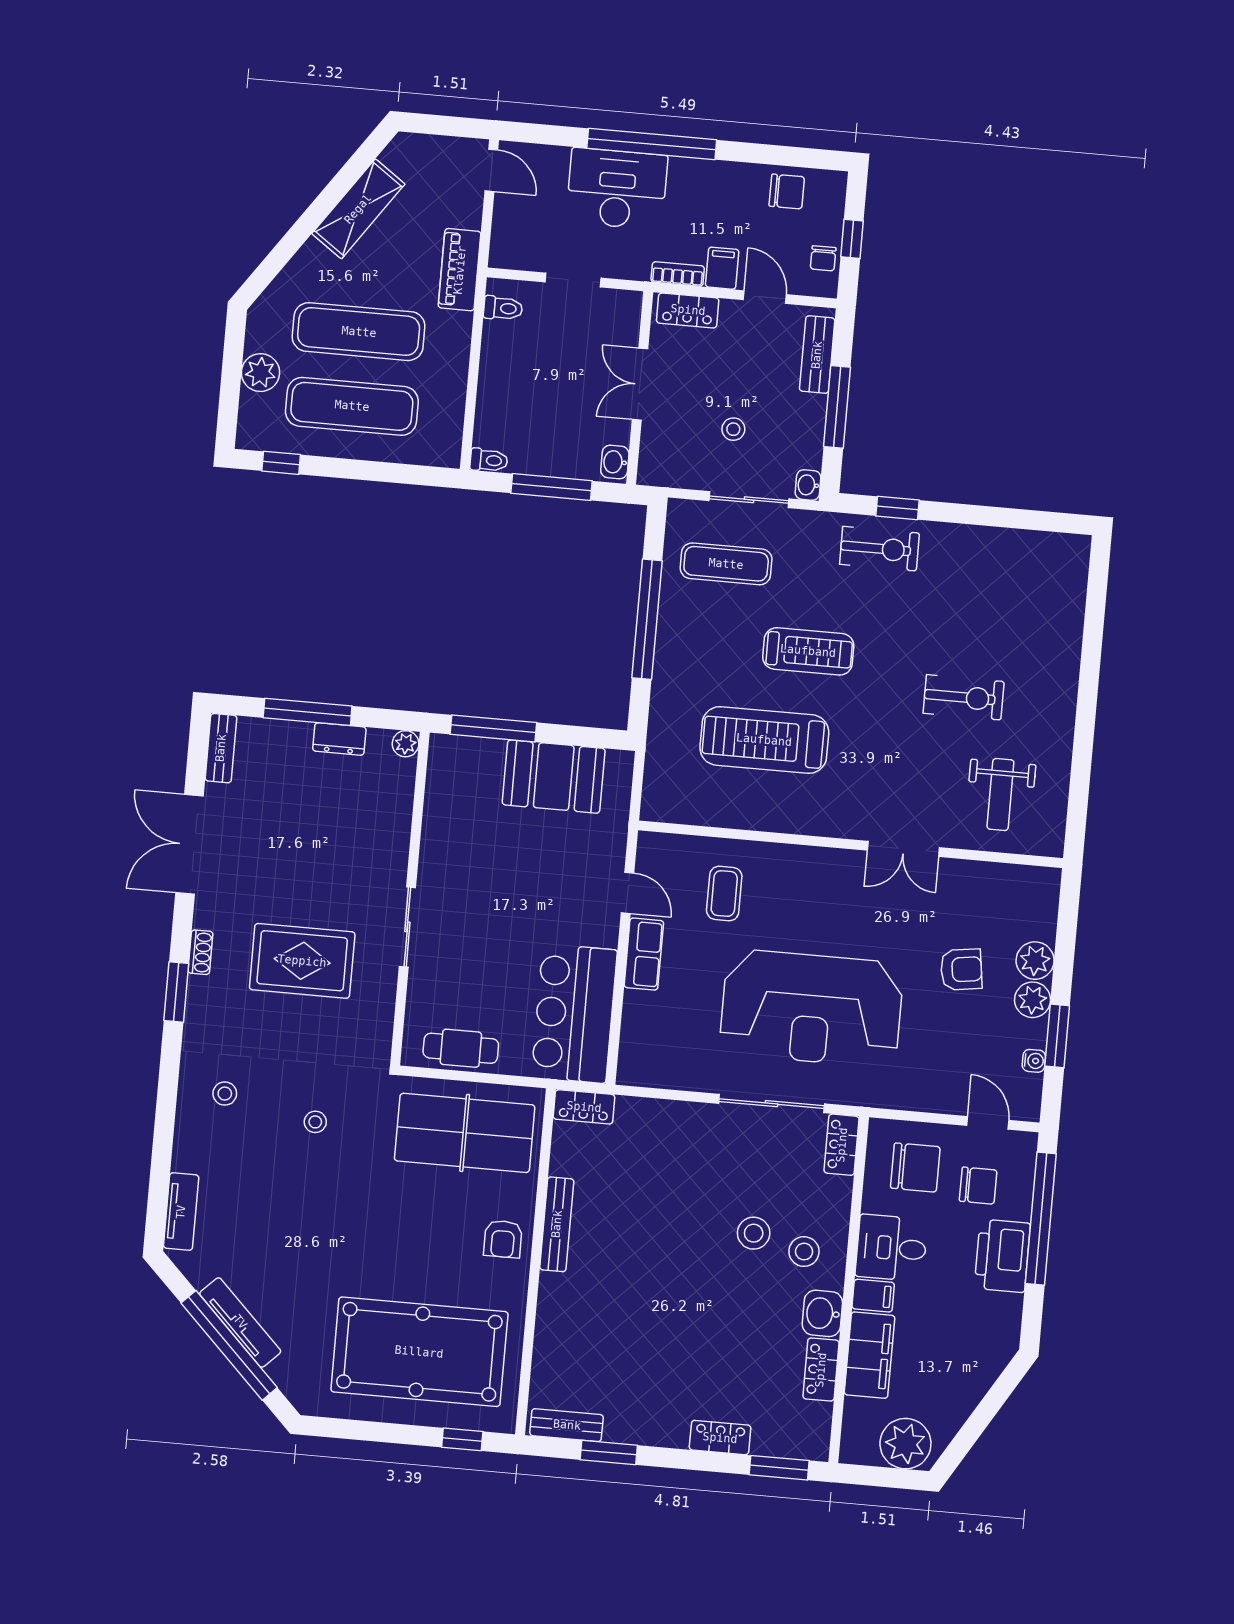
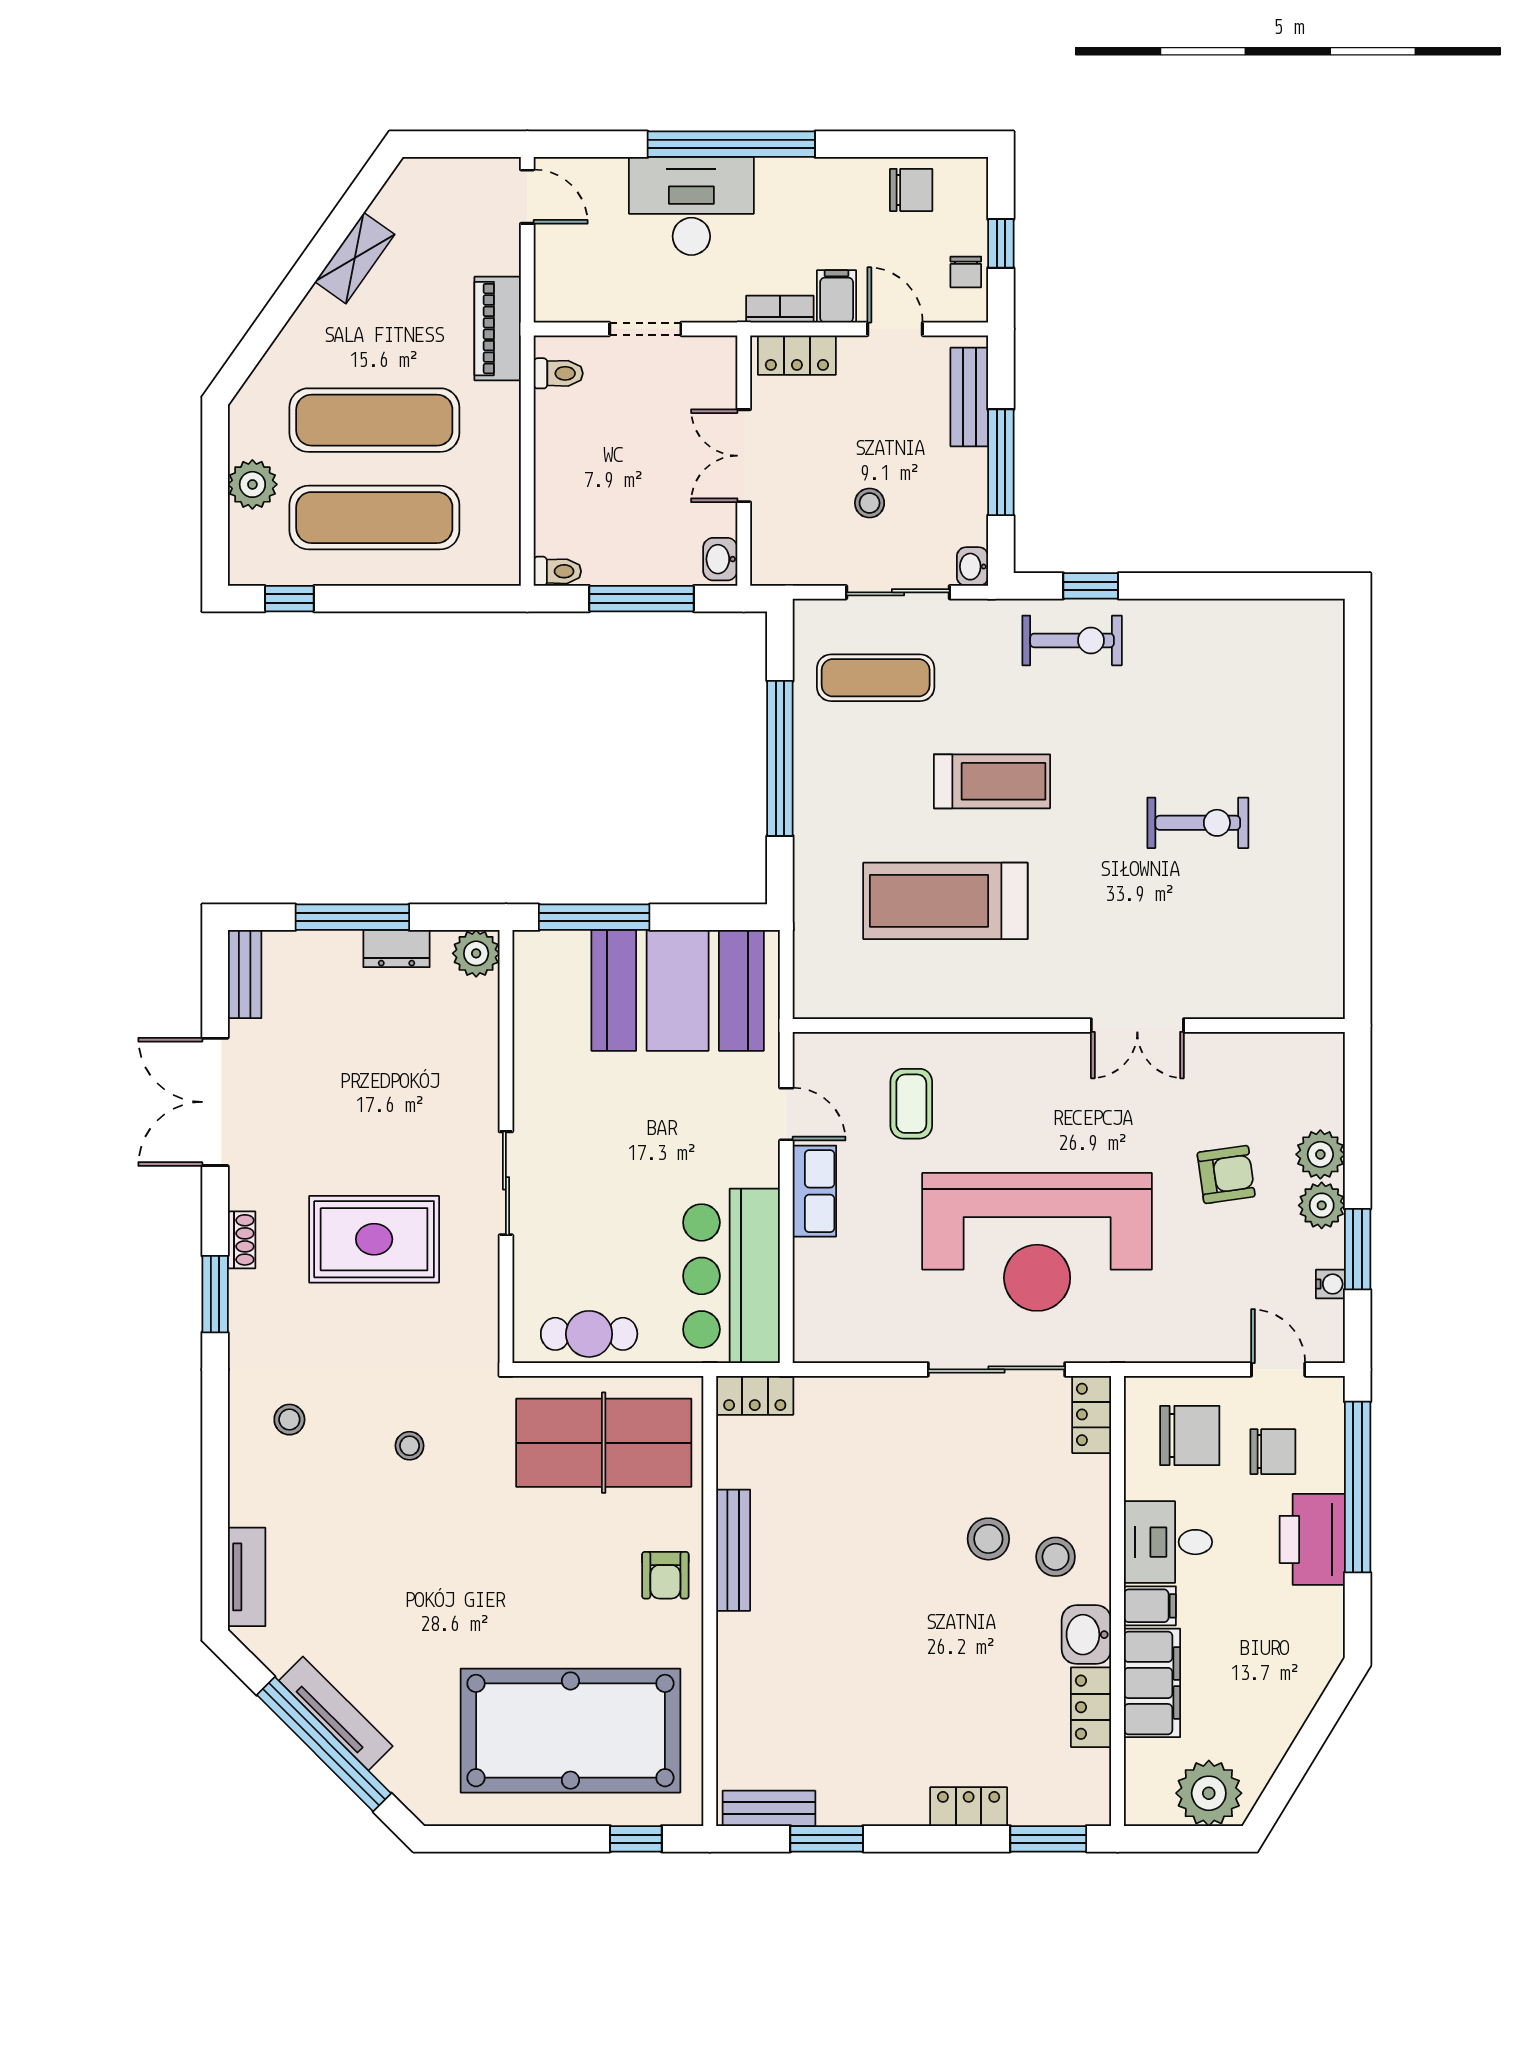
shelving: (358, 209) -> (355, 258), width x0.67, depth x0.75
plant: (406, 744) -> (476, 953), width x1.38, depth x1.38
booth: (554, 777) -> (678, 990), width x1.36, depth x1.42
weight bench: (1000, 794) -> (1257, 944), removed

